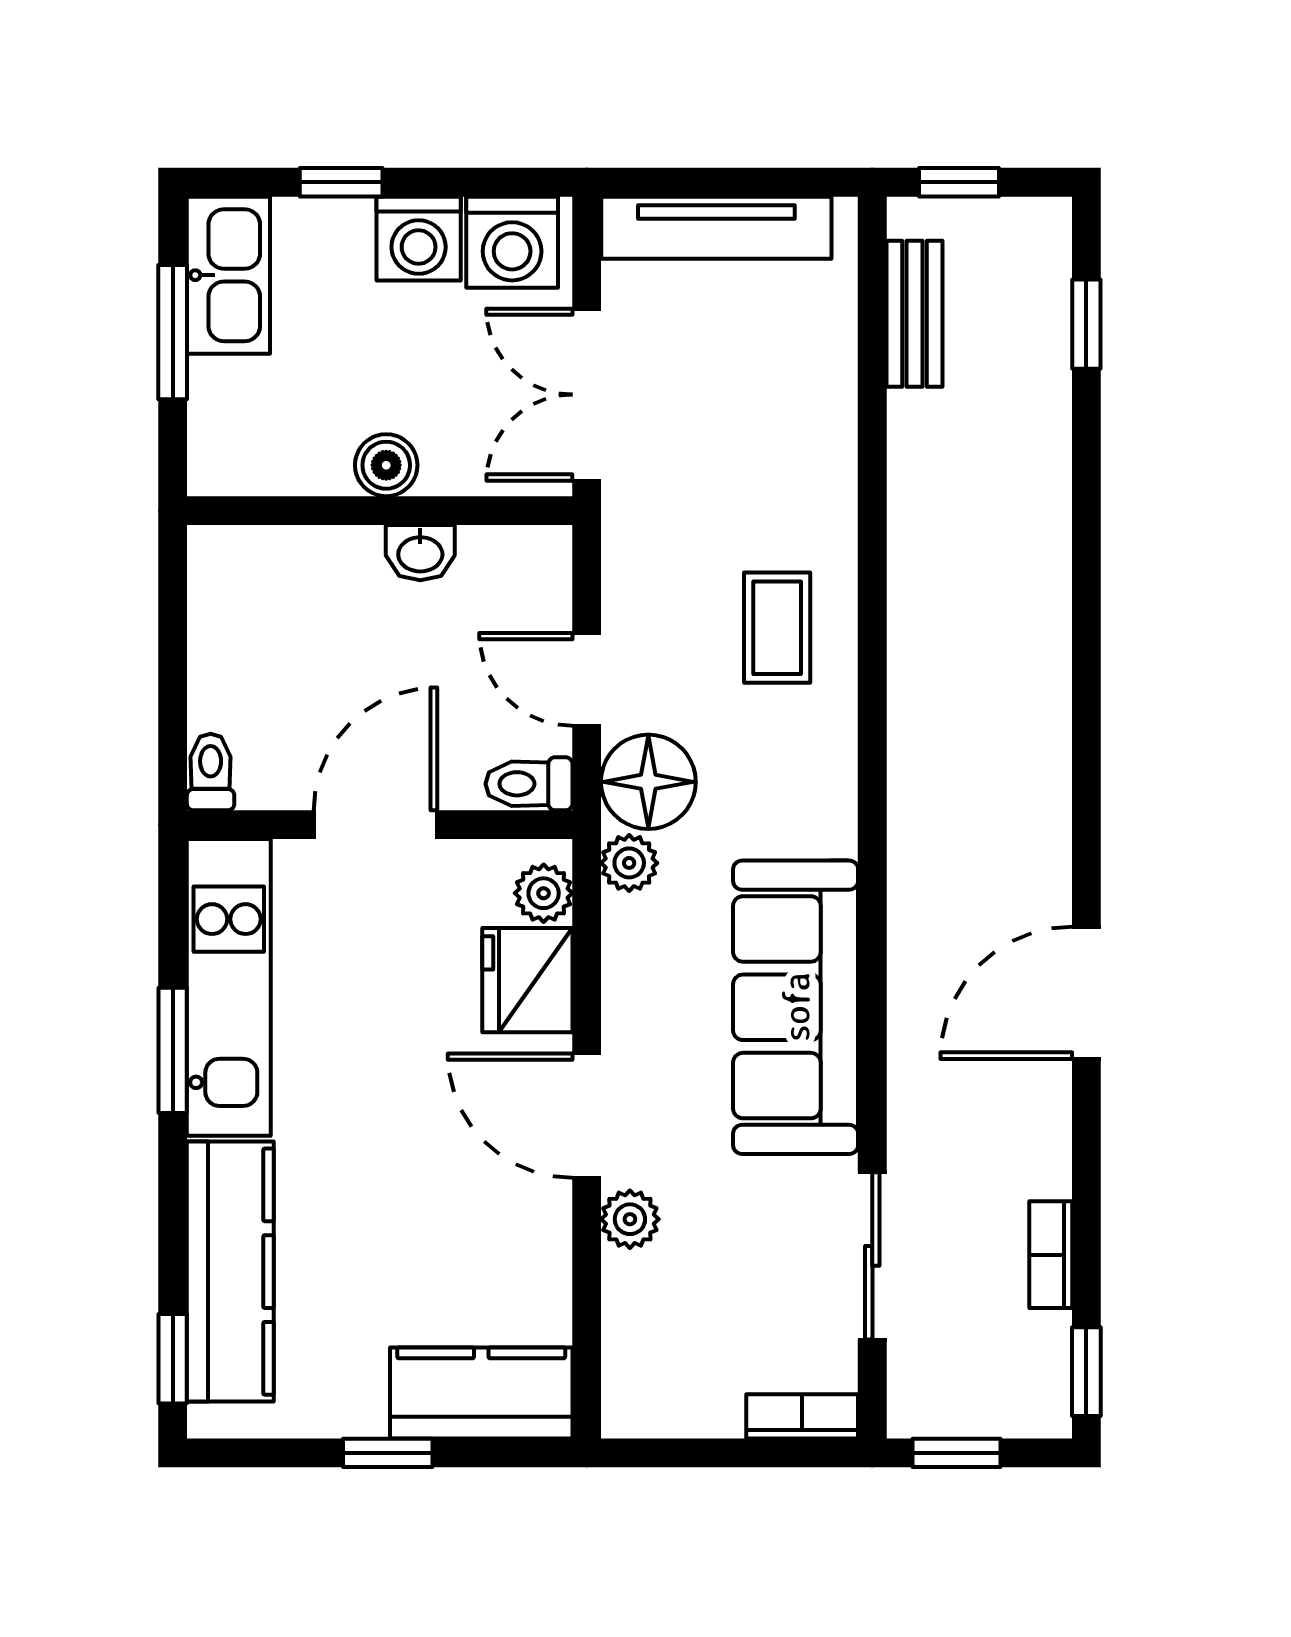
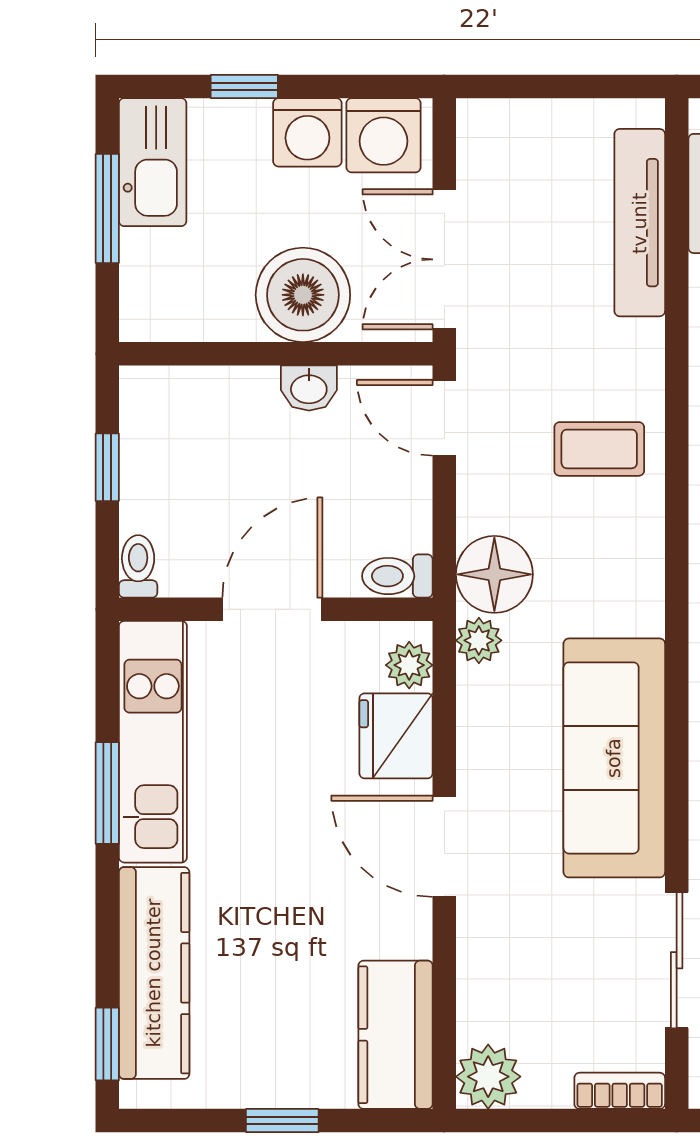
tv unit: (716, 228) -> (640, 223), moved, turned 90
boiler: (386, 465) -> (303, 295), width x1.86, depth x1.86
coffee table: (777, 628) -> (599, 449), turned 90
window: (173, 650) -> (107, 467), added
door: (587, 679) -> (444, 418), moved
plant: (630, 1219) -> (488, 1077), moved, width x1.38, depth x1.38
kitchen counter: (481, 1393) -> (396, 1035), moved, turned -90

